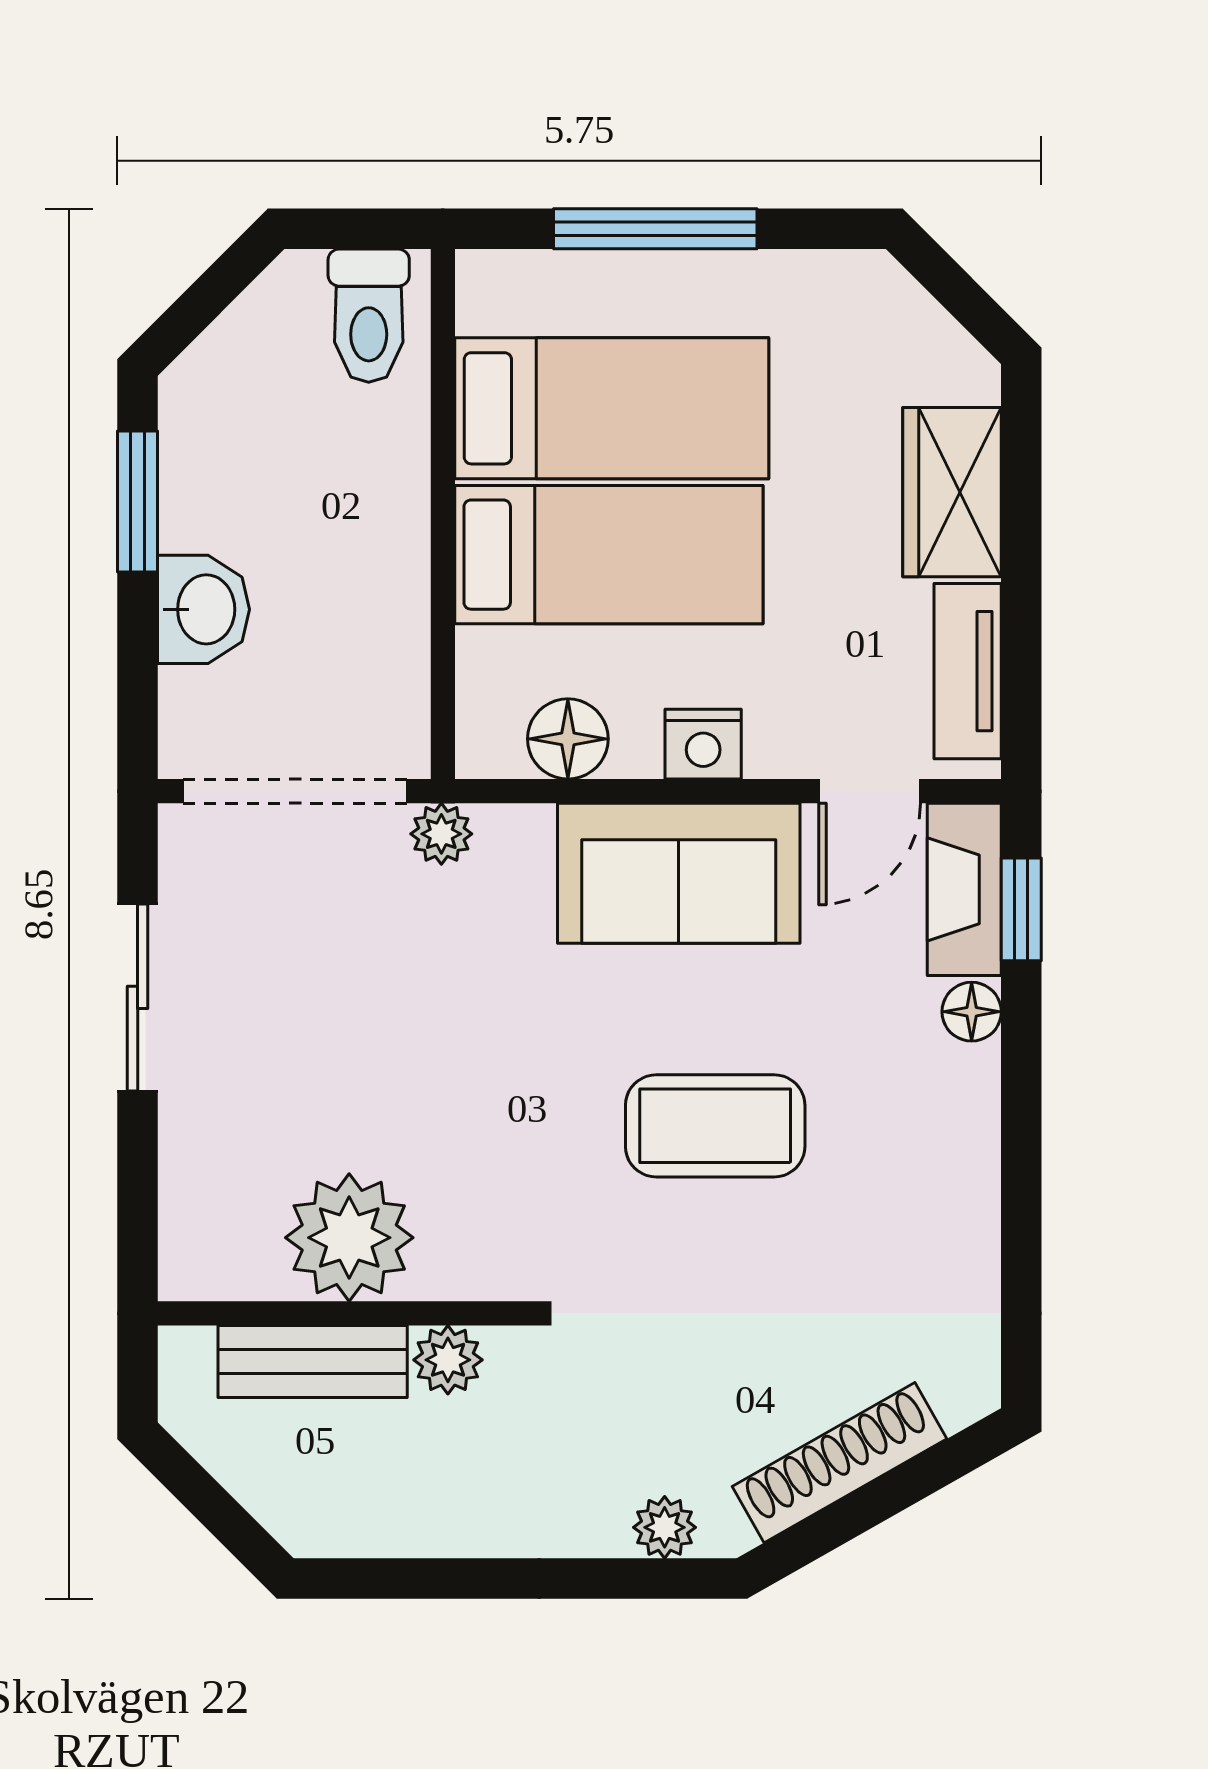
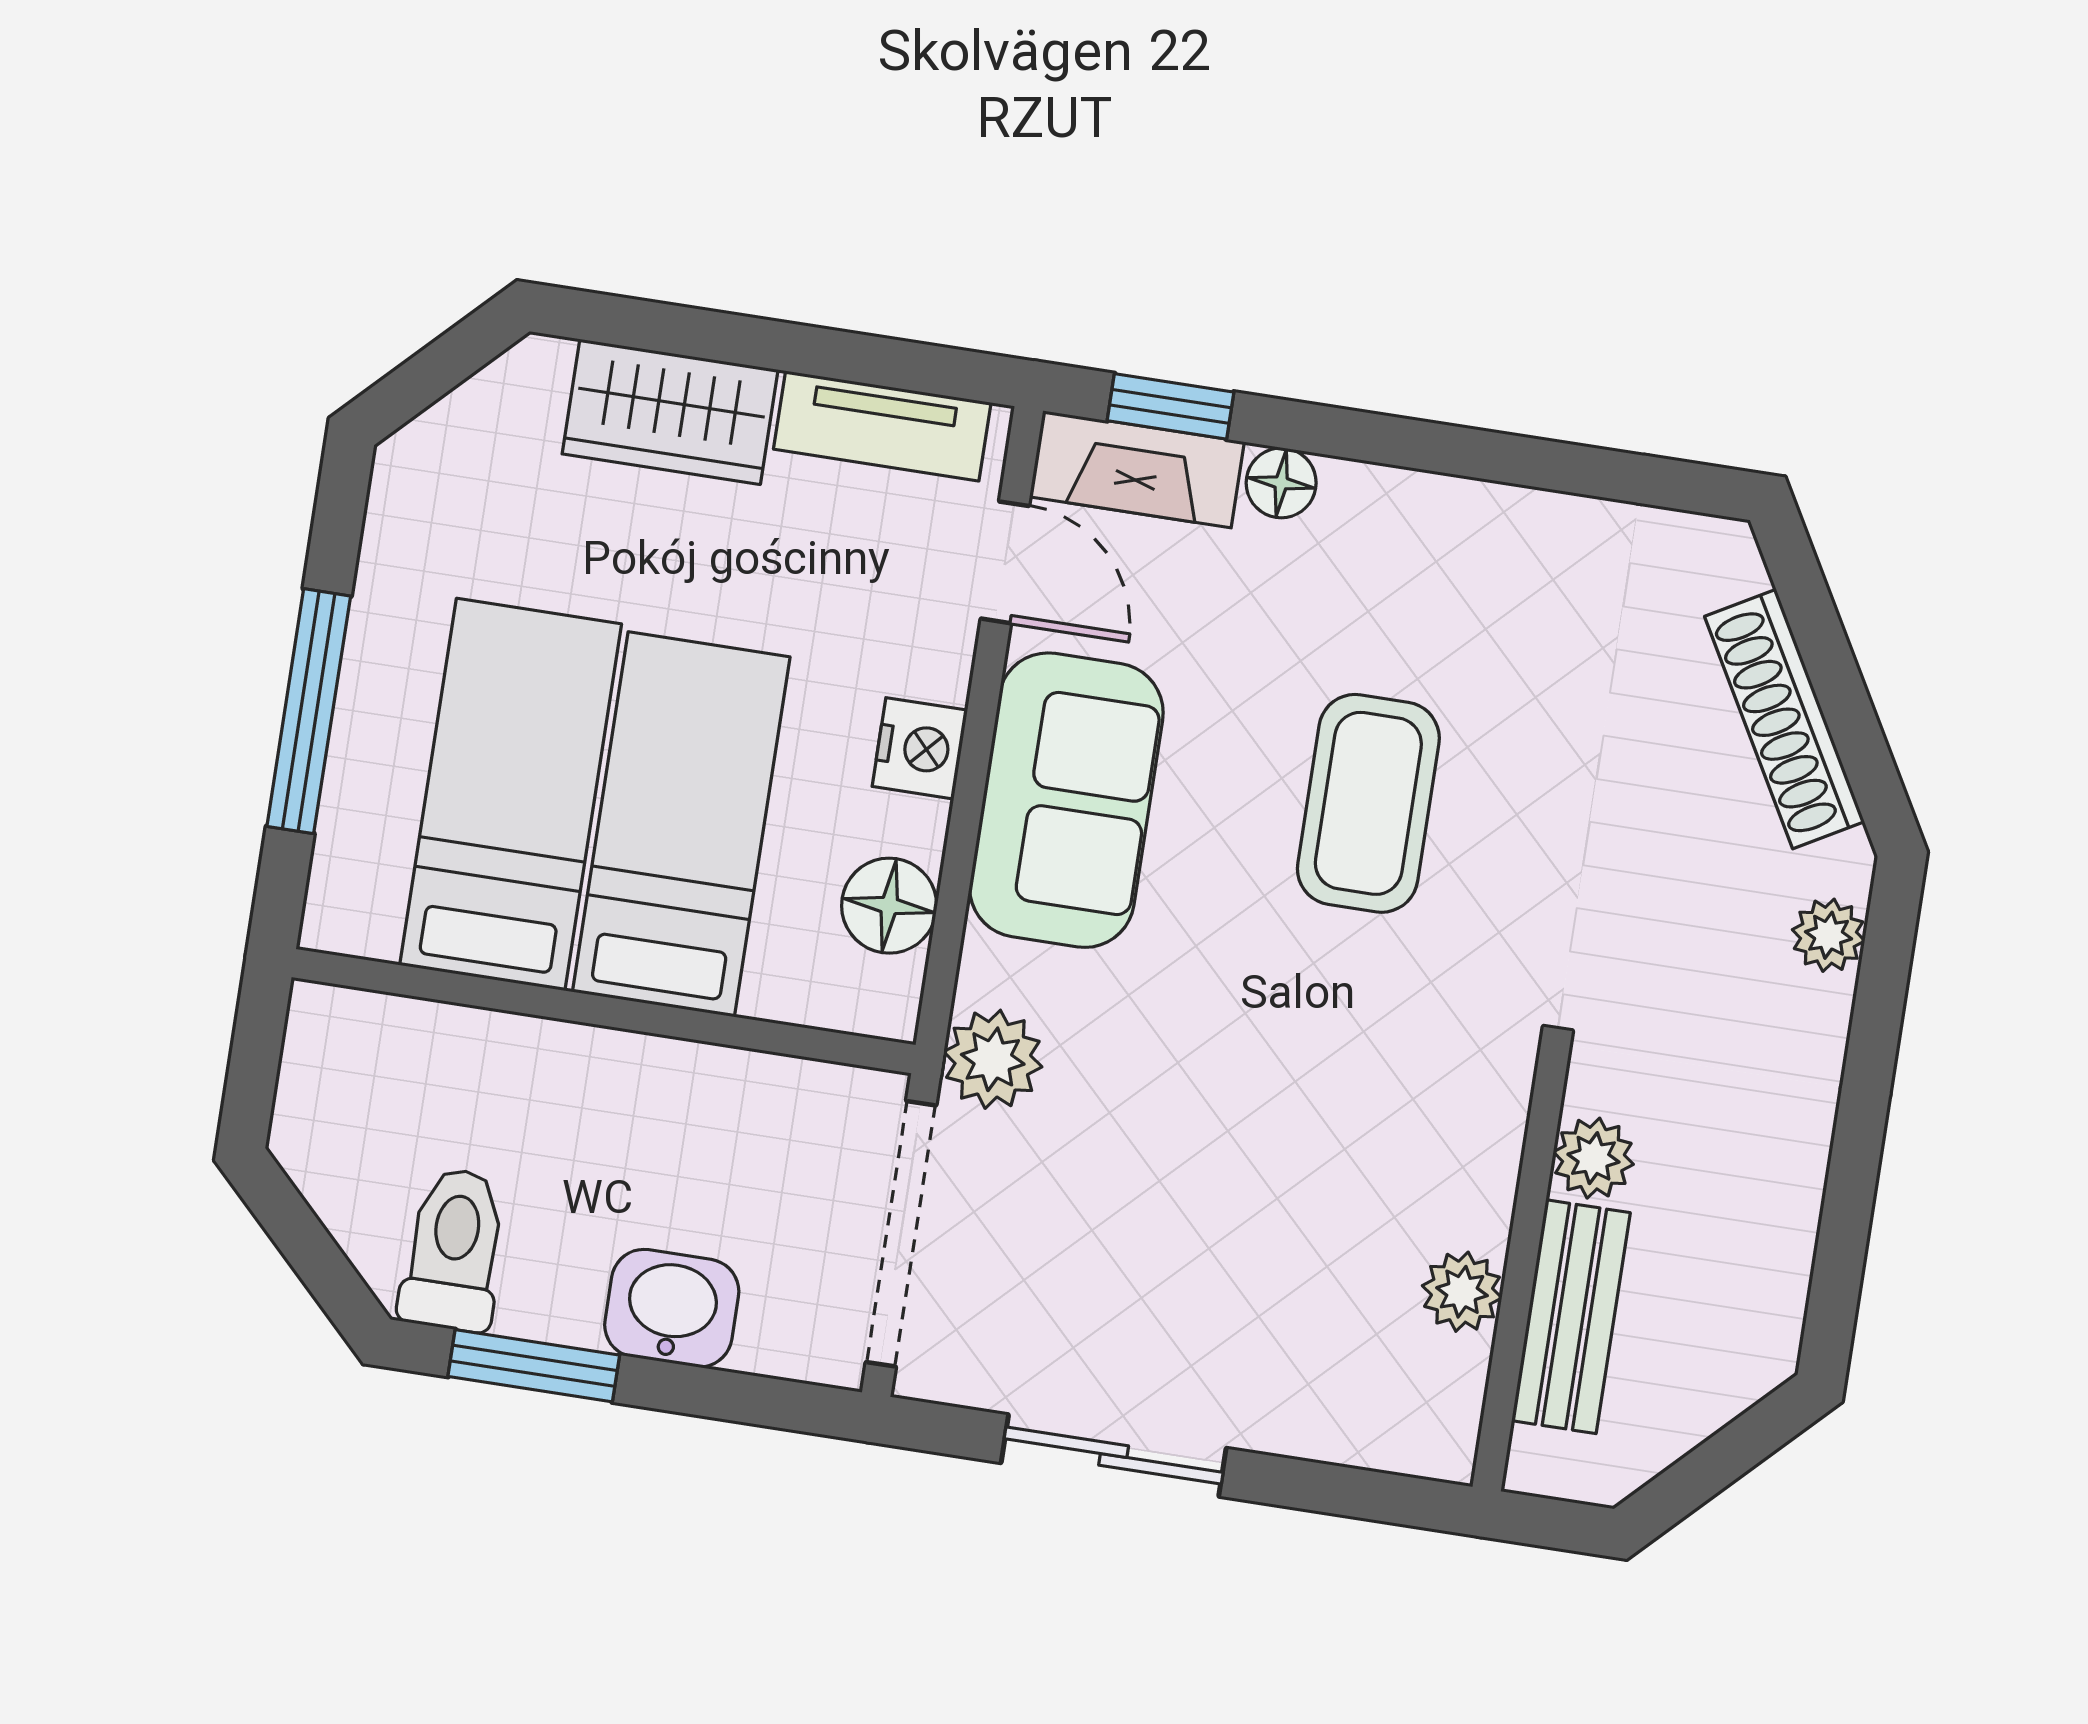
toilet: (369, 316) -> (454, 1249), moved, turned -90
plant: (441, 834) -> (993, 1059), width x1.38, depth x1.38
plant: (349, 1238) -> (1462, 1292), width x0.53, depth x0.53

